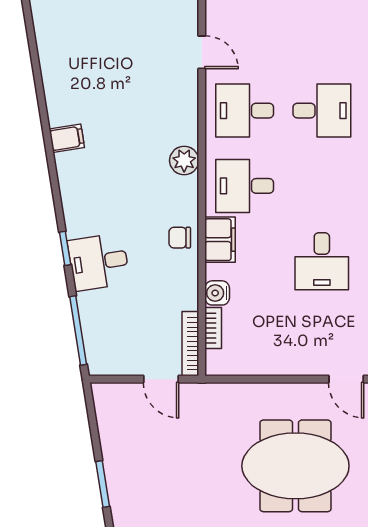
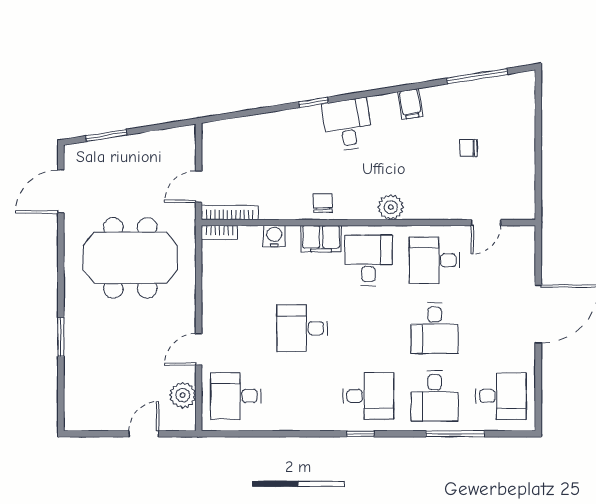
chair: (117, 72) -> (469, 148), added
desk: (245, 111) -> (435, 260), turned -90
desk: (99, 262) -> (347, 125), moved
bookcase: (213, 328) -> (219, 233), moved
window: (78, 330) -> (477, 76), moved
meeting table: (295, 466) -> (130, 258), moved, turned 90

